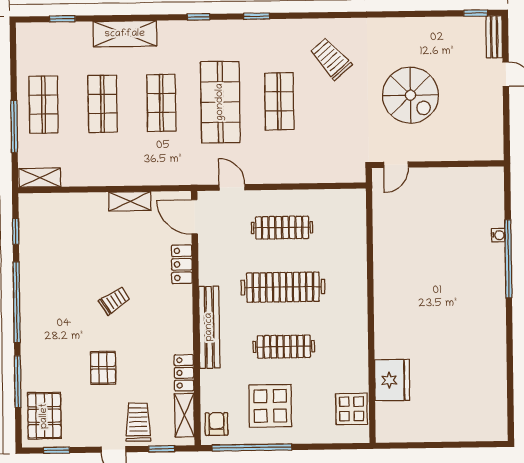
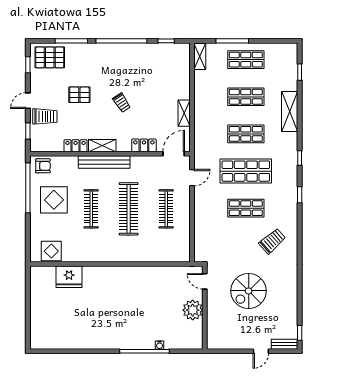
plant: (442, 183) -> (193, 310), added
shelving: (184, 415) -> (102, 146), moved

